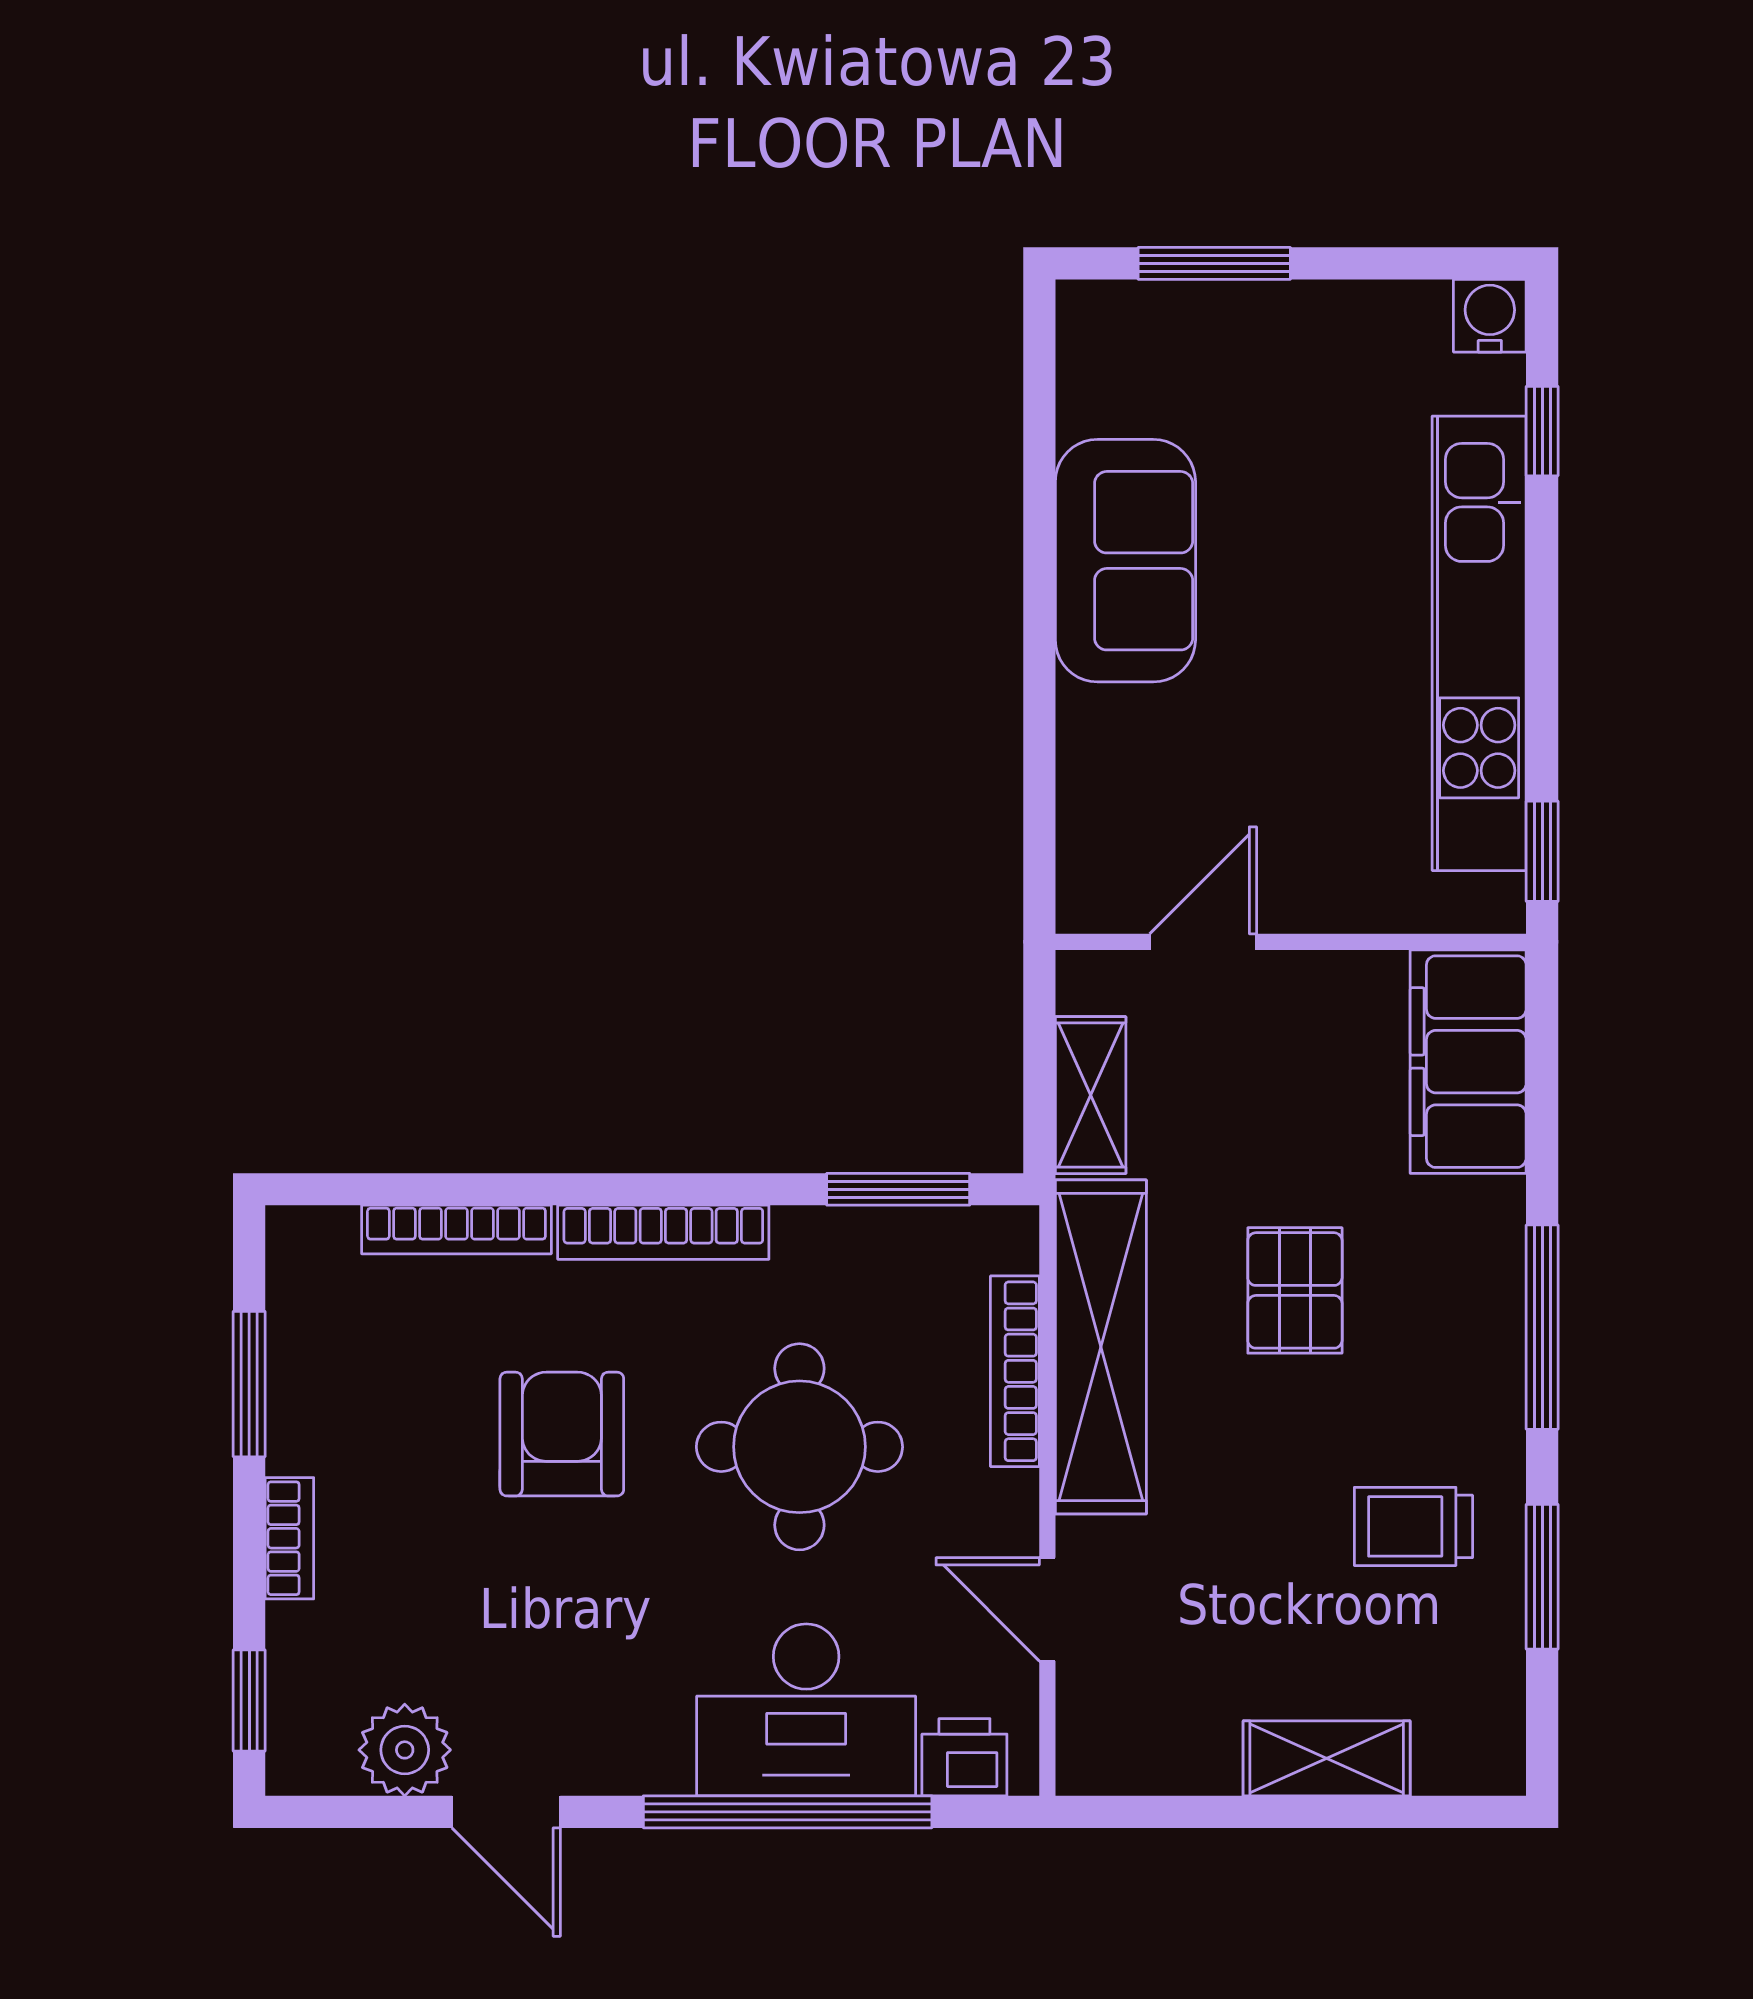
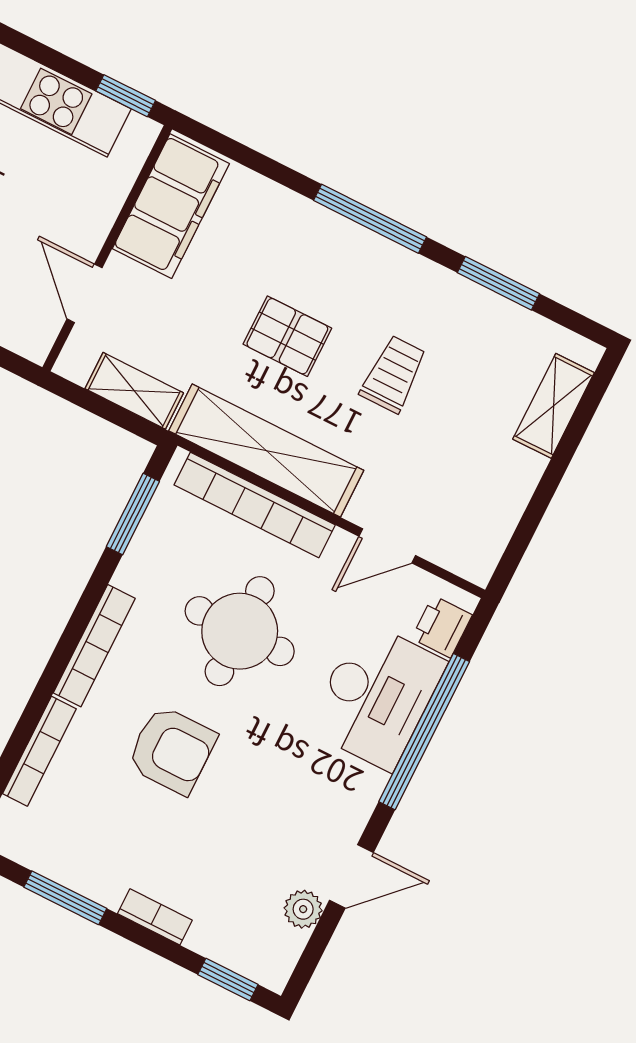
filing cabinet: (1468, 1062) -> (171, 206), moved, turned -90
bookcase: (1015, 1371) -> (255, 505), width x1.48, depth x1.31
armchair: (562, 1434) -> (172, 750), turned 180
trolley: (1413, 1526) -> (393, 374), moved, turned 180
plant: (405, 1750) -> (303, 909), width x0.73, depth x0.73
shelving: (1327, 1758) -> (554, 406), moved

